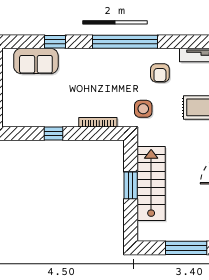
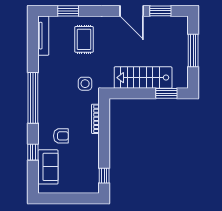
armchair: (160, 73) -> (61, 136), moved
window: (54, 134) -> (104, 176), moved
window: (131, 185) -> (166, 93), moved

